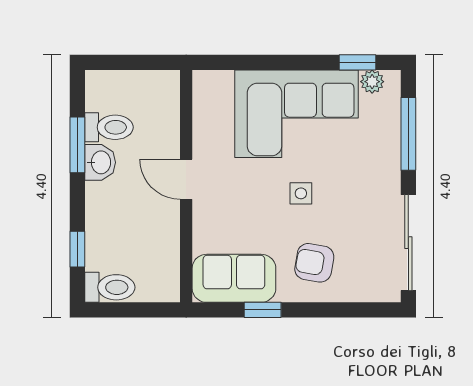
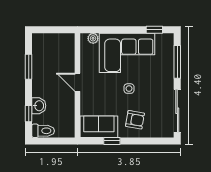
plant: (372, 82) -> (93, 38), moved
toilet: (109, 127) -> (43, 59), removed
washbasin: (100, 162) -> (39, 106), moved
armchair: (314, 263) -> (135, 120), turned 180

